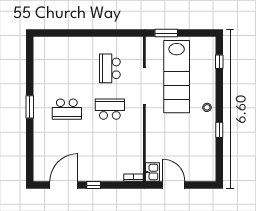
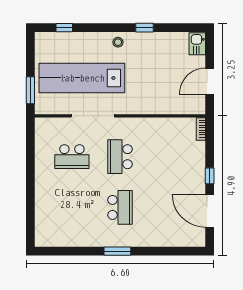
lab bench: (177, 77) -> (82, 78), turned 180
kitchen sink: (153, 172) -> (197, 44), moved, turned -90

